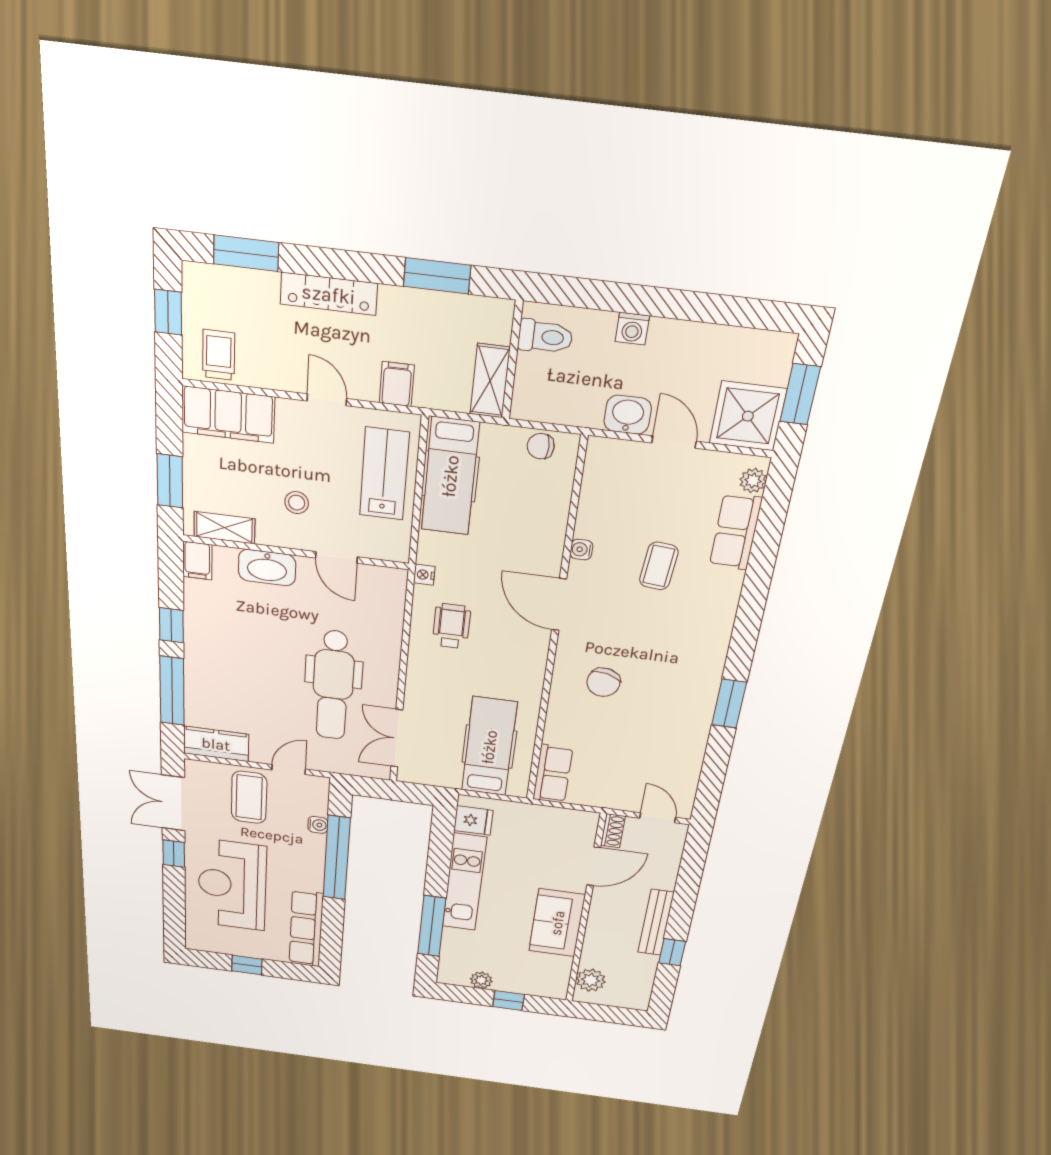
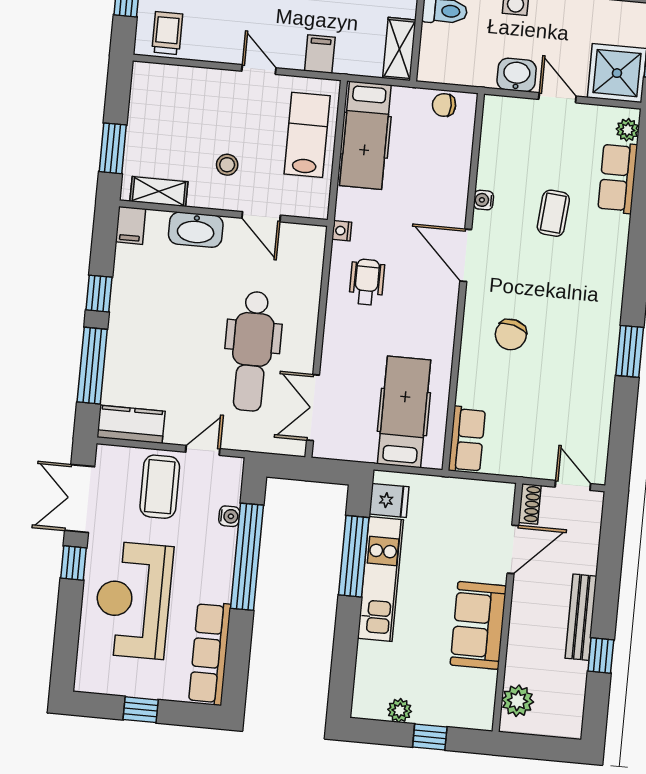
filing cabinet: (228, 415) -> (171, 85), removed
window: (432, 926) -> (354, 556), moved

